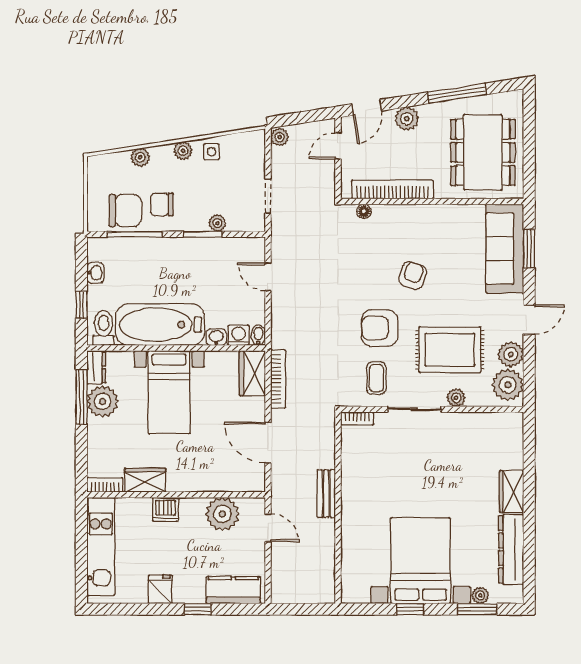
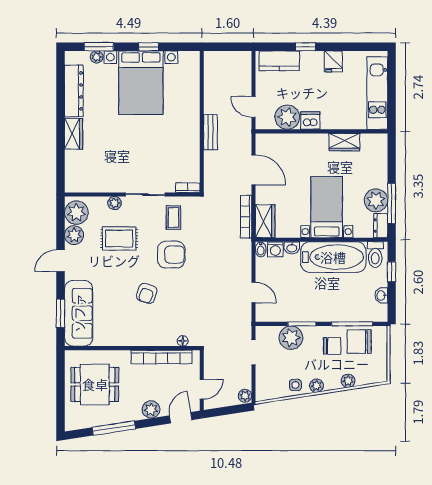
dining table: (483, 152) -> (95, 384), width x0.73
plant: (217, 223) -> (291, 338), width x1.87, depth x1.87
rug: (450, 350) -> (119, 239), width x0.73, depth x0.70
bookcase: (105, 485) -> (374, 139), removed
dishwasher: (165, 509) -> (310, 121), moved

